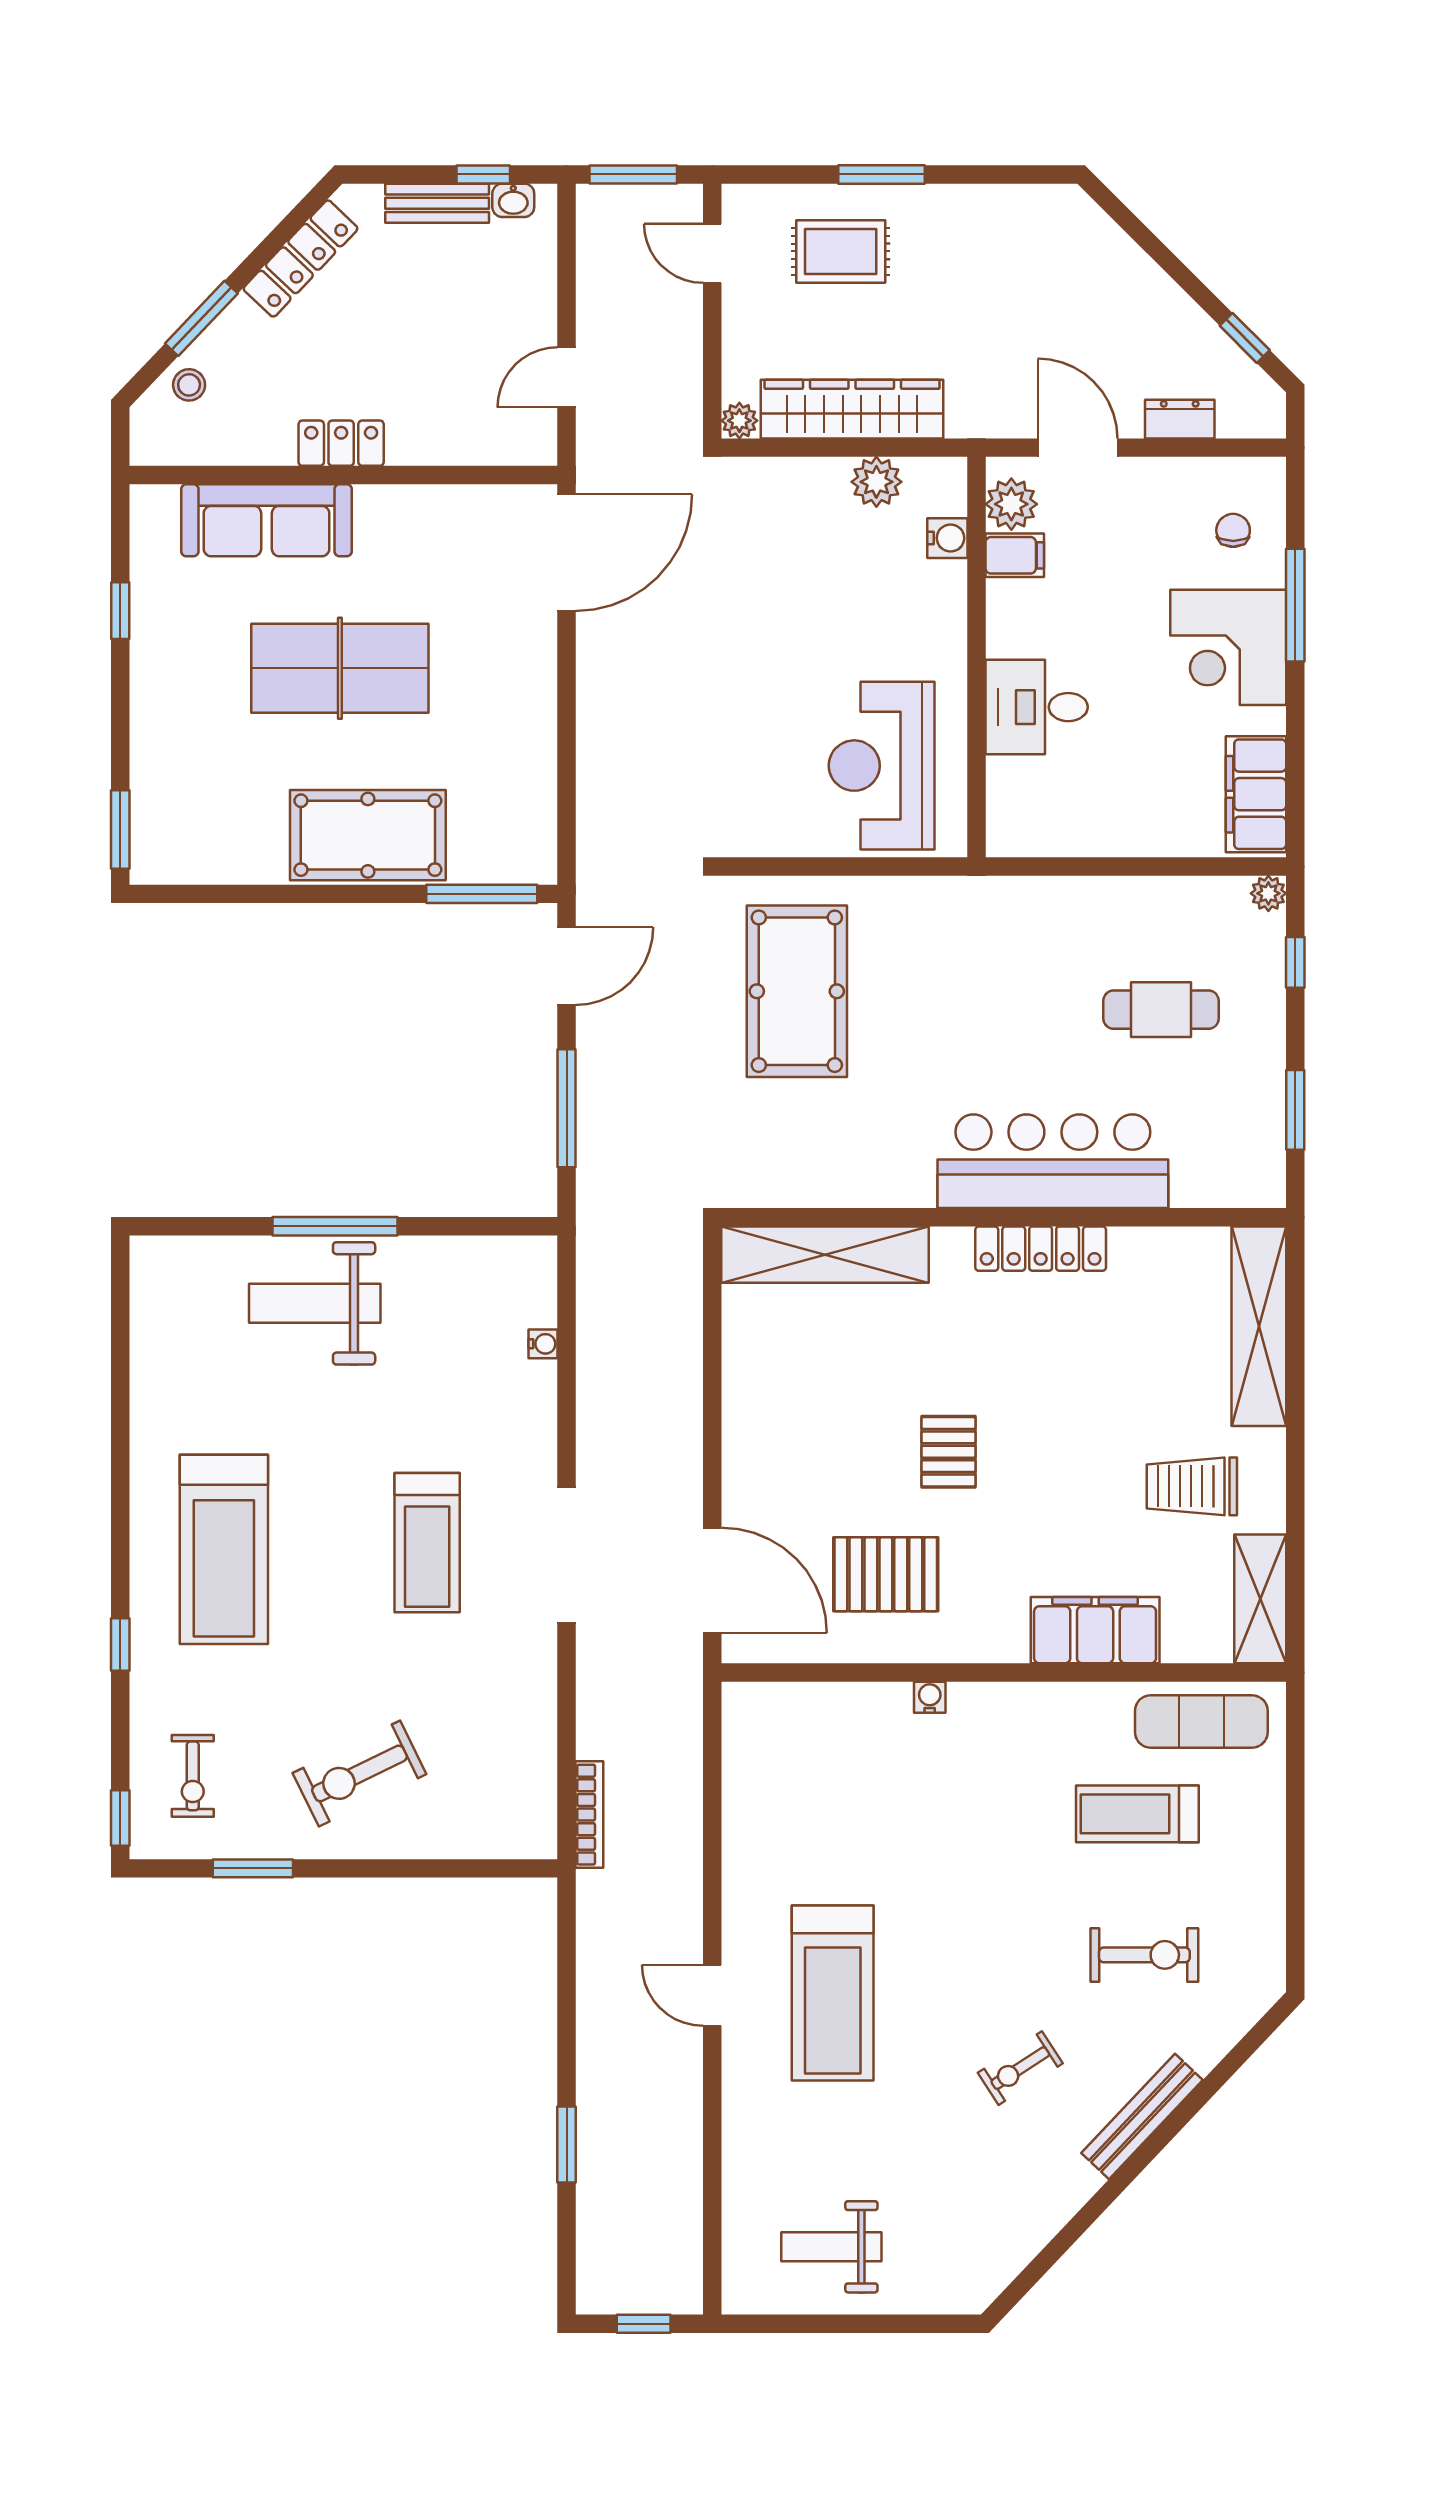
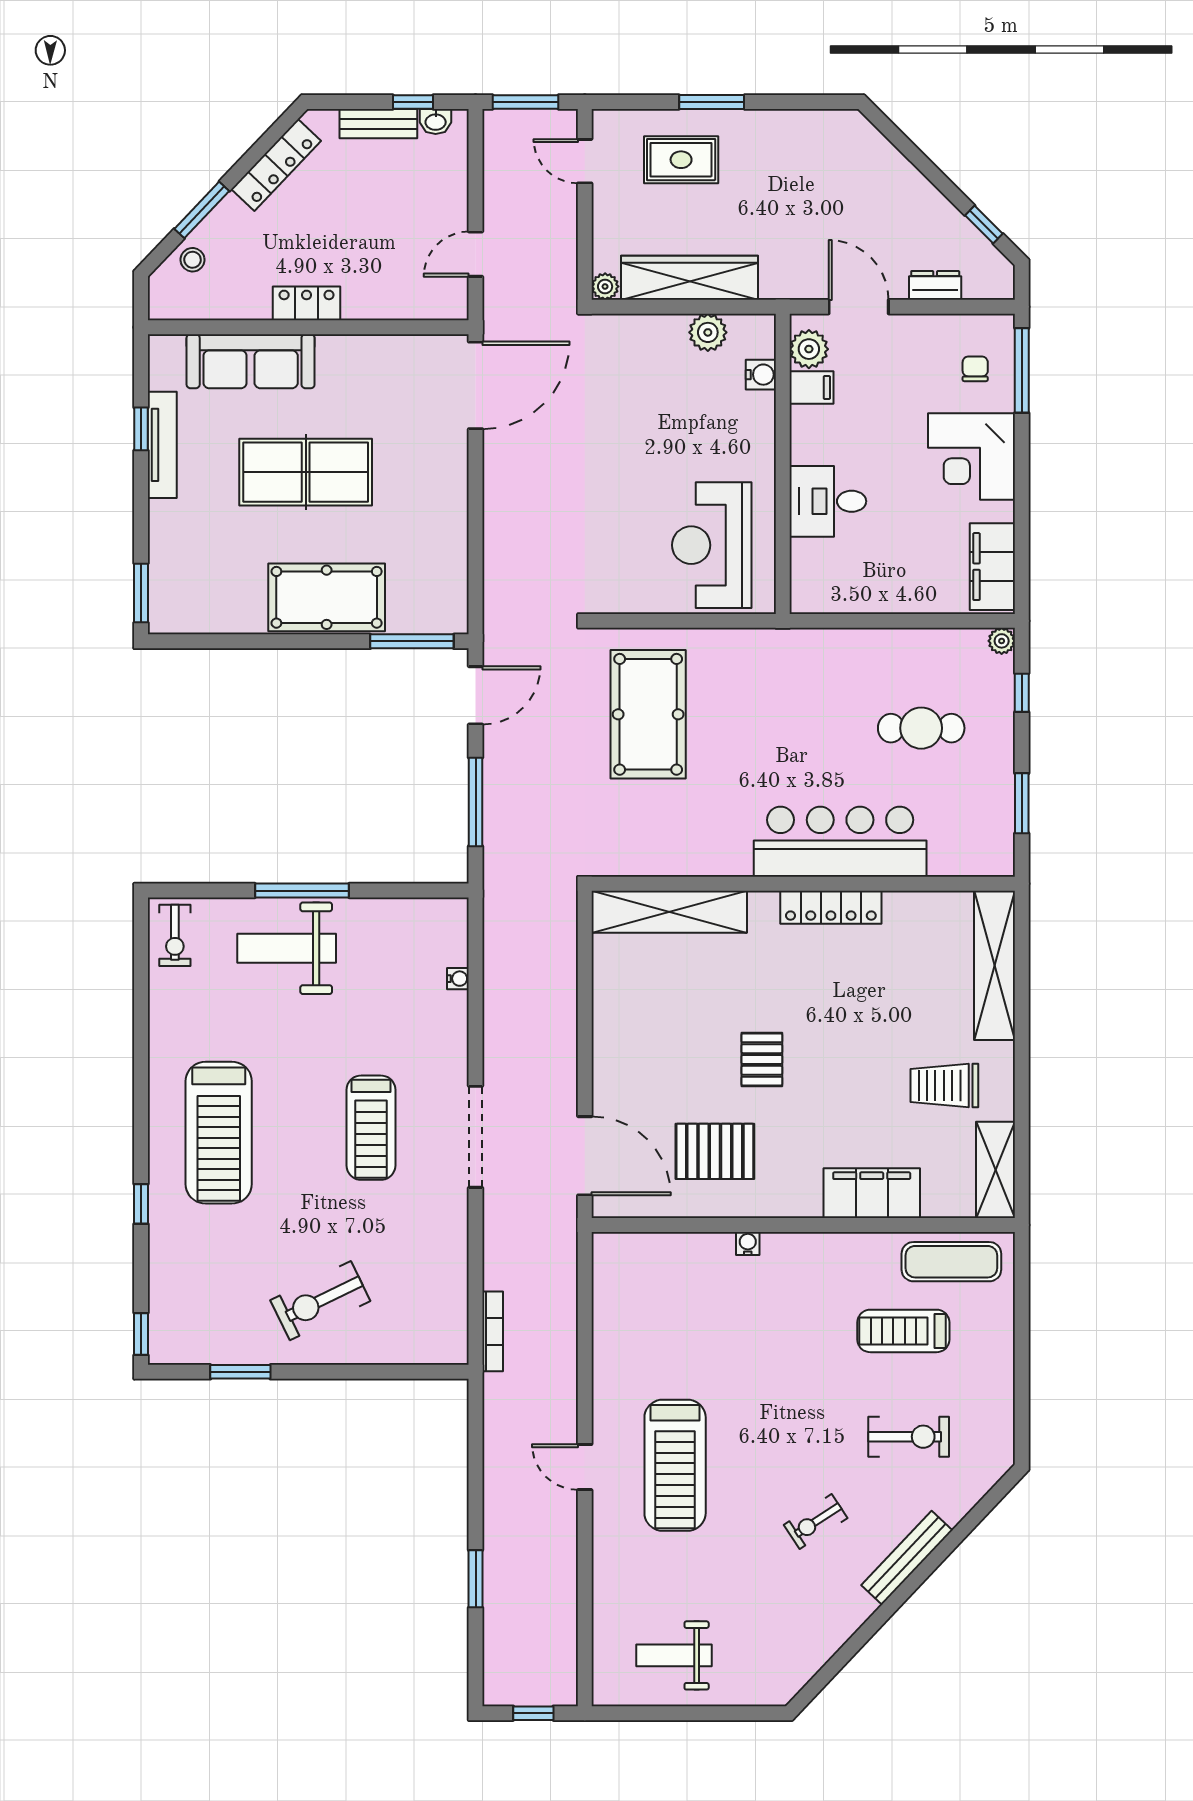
window: (1295, 605) -> (1022, 370), moved
tv unit: (149, 632) -> (162, 445), added
exercise bike: (193, 1776) -> (175, 935), moved

